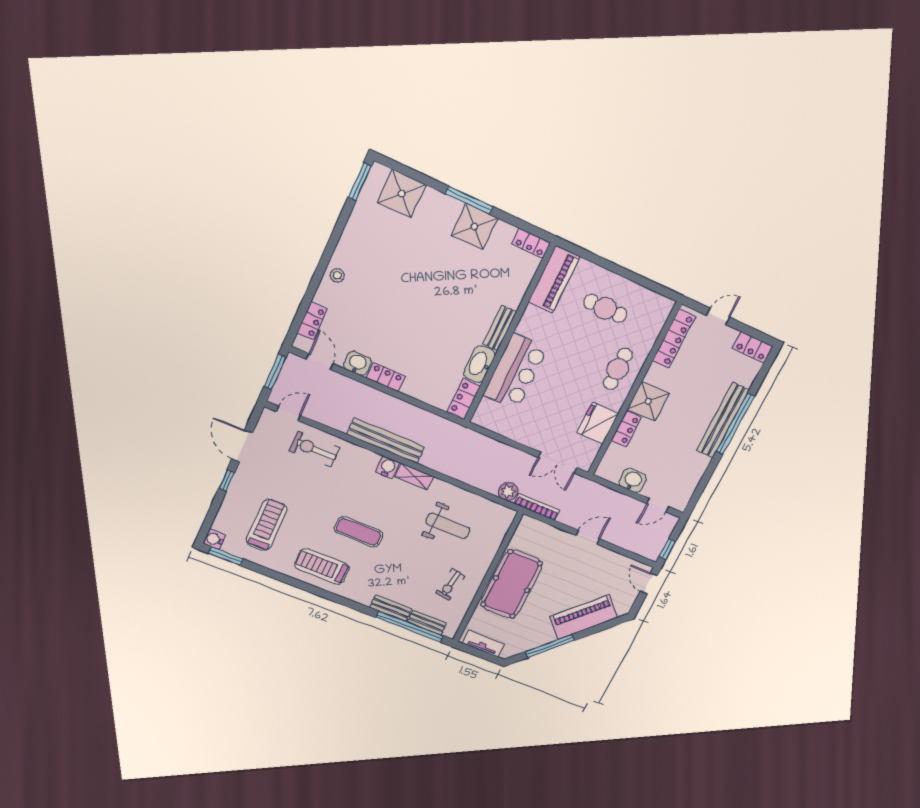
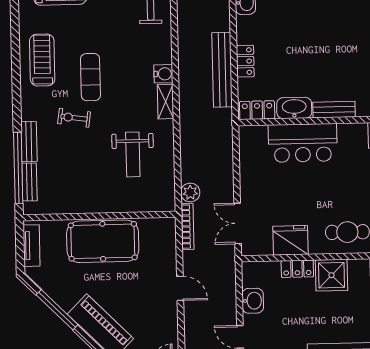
locker: (386, 377) -> (245, 61), moved
bench: (386, 441) -> (222, 70), moved
exercise bike: (450, 584) -> (74, 118), moved

